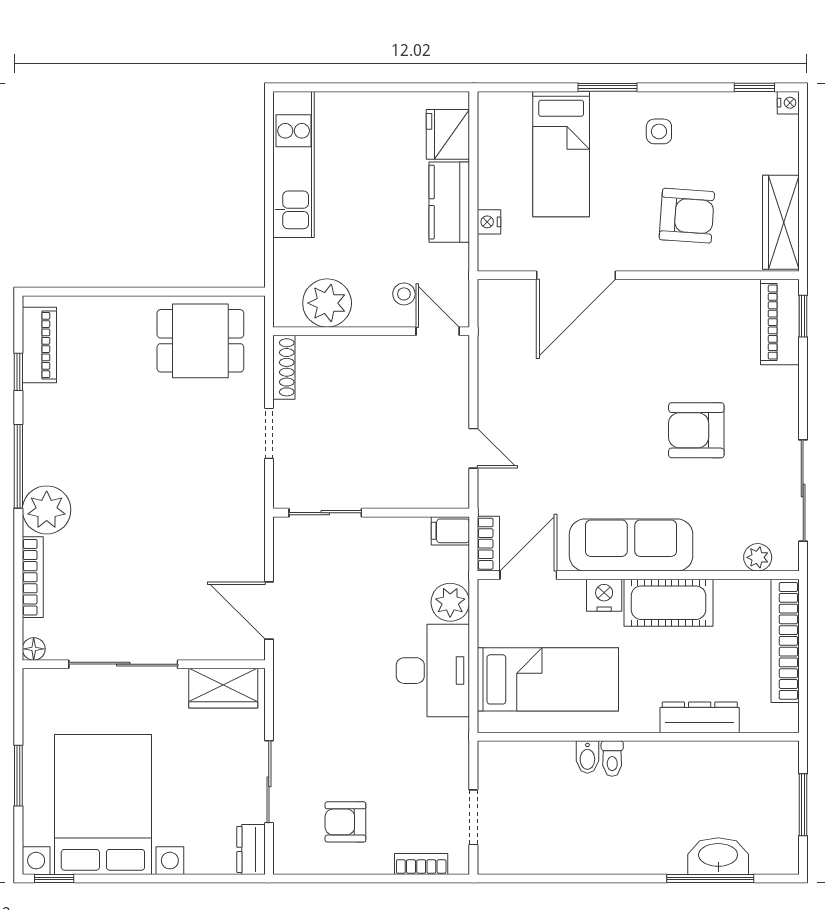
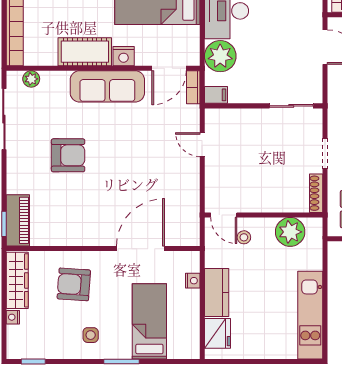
nightstand: (788, 103) -> (13, 317), moved
plant: (450, 602) -> (220, 56), width x1.36, depth x1.36

